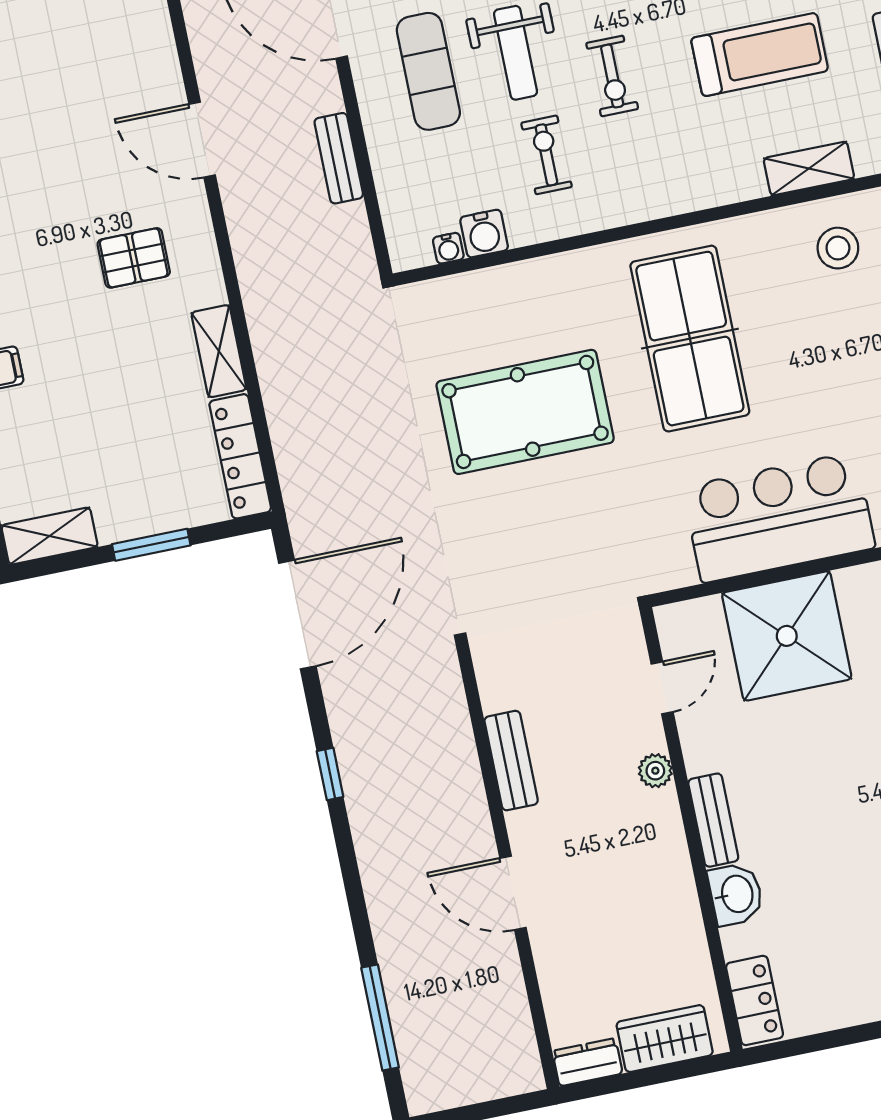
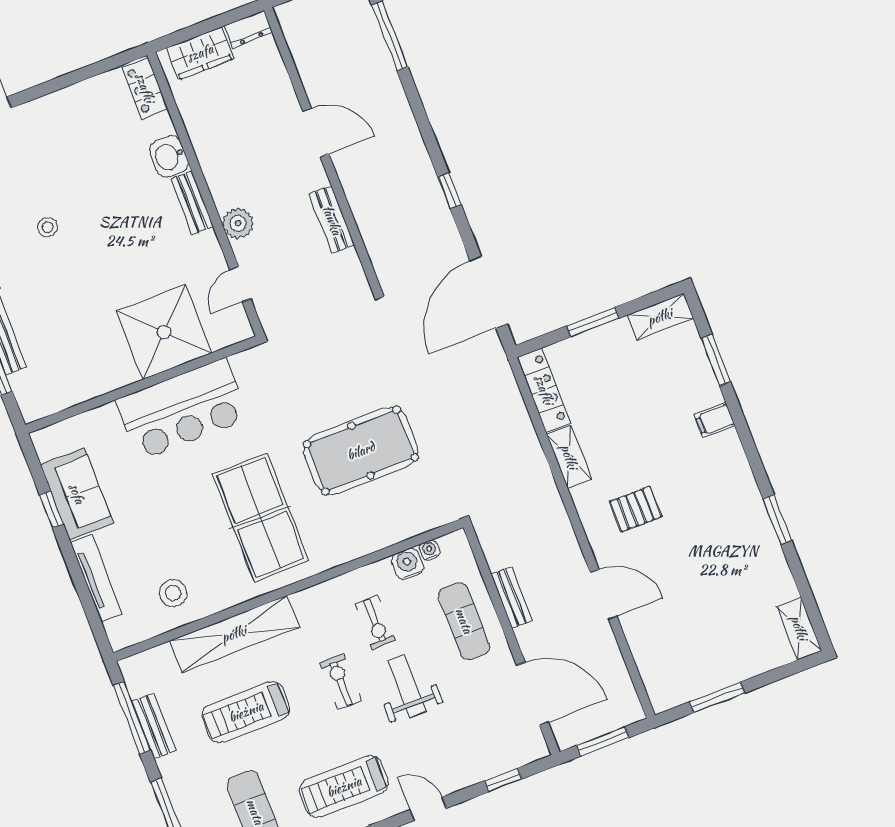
exercise mat: (428, 71) -> (464, 621), moved
shelving: (809, 169) -> (234, 634), width x2.20, depth x1.33
plant: (655, 771) -> (238, 223), width x1.38, depth x1.38

